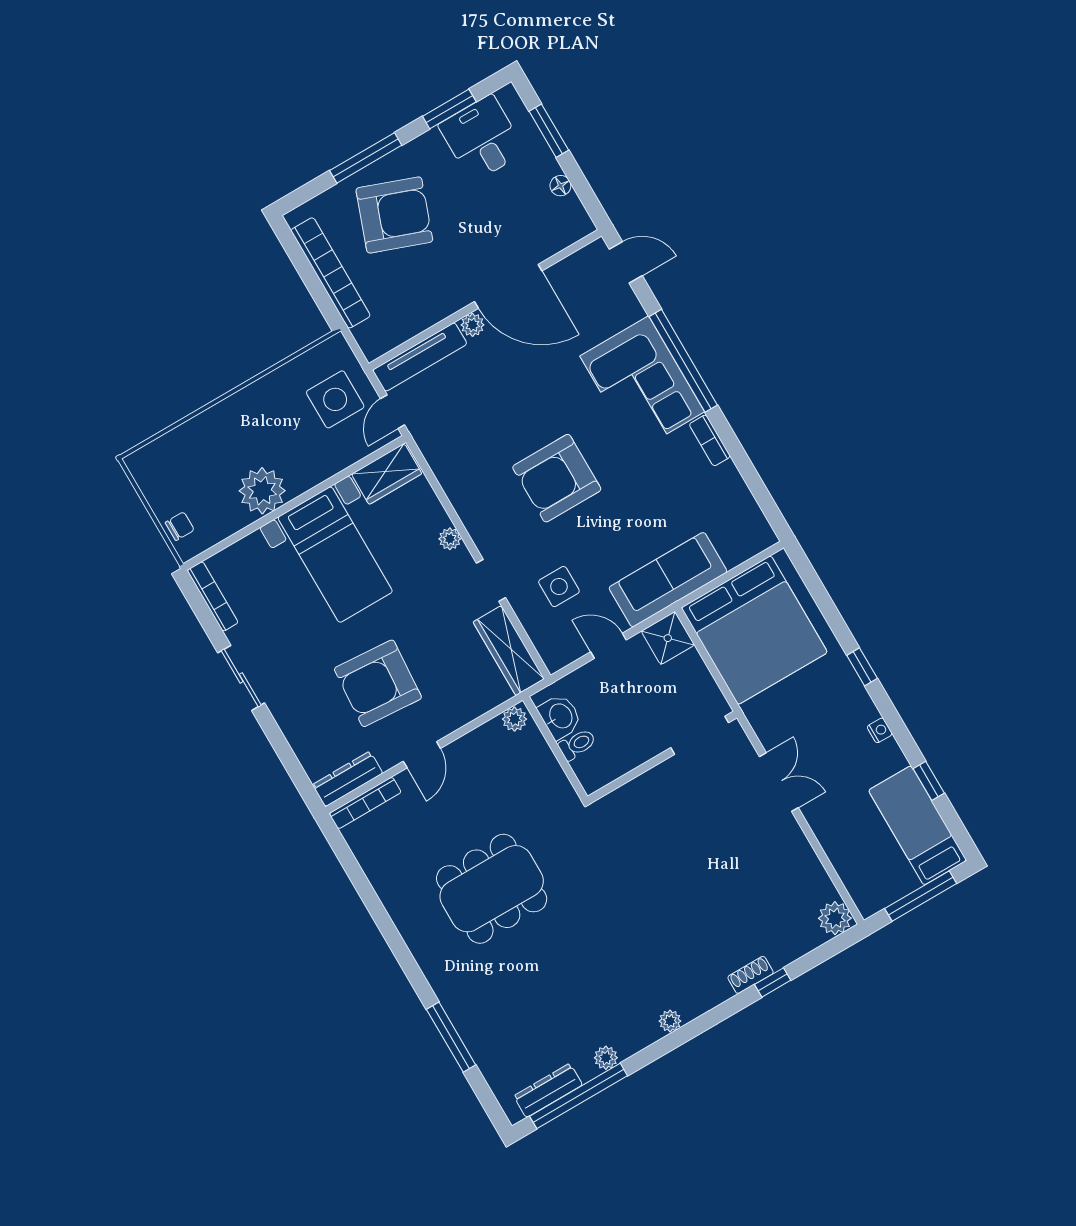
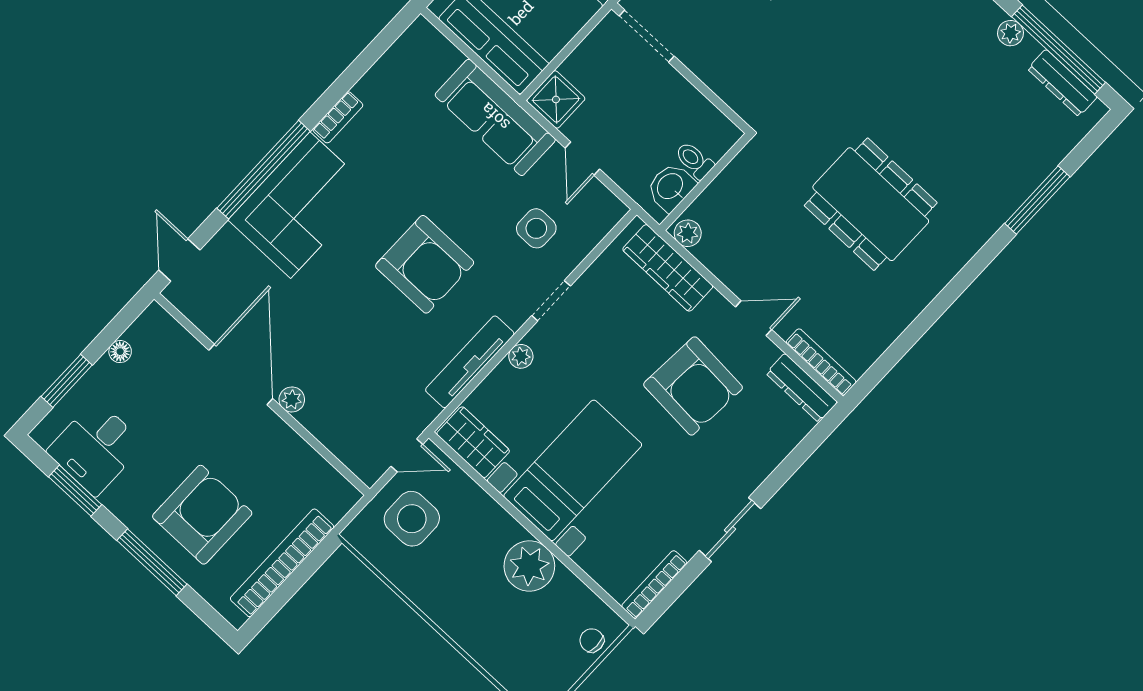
armchair: (394, 215) -> (202, 515), turned 70
tv unit: (420, 357) -> (470, 362), moved, turned -90
wardrobe: (509, 650) -> (668, 268), moved, turned 90

